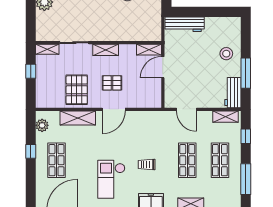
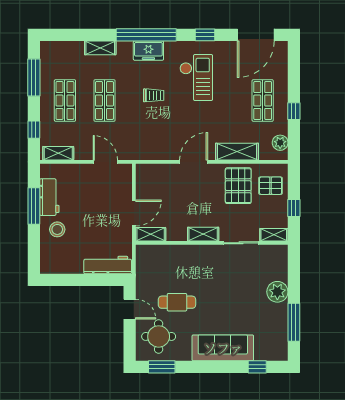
pallet: (112, 83) -> (271, 186), moved
workbench: (233, 93) -> (49, 197), moved

